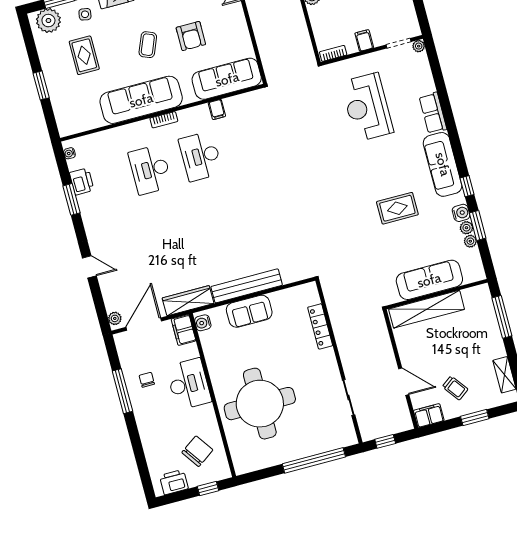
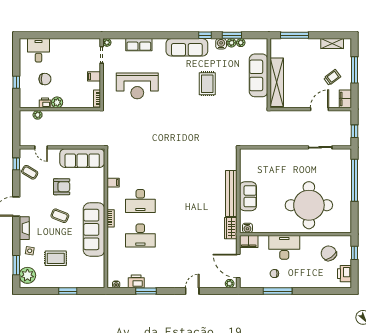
sofa: (227, 79) -> (82, 158), moved, turned -90
row of seats: (433, 113) -> (139, 45), moved
wardrobe: (188, 301) -> (231, 228), width x0.67
locker: (320, 326) -> (270, 153), removed
window: (475, 418) -> (354, 70), width x1.44

